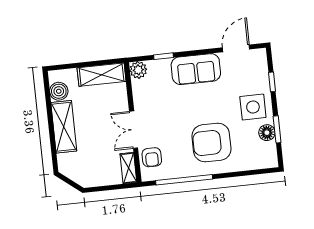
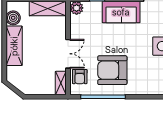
double door: (134, 130) -> (68, 54), swing flipped
armchair: (211, 143) -> (112, 70), moved

